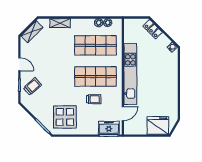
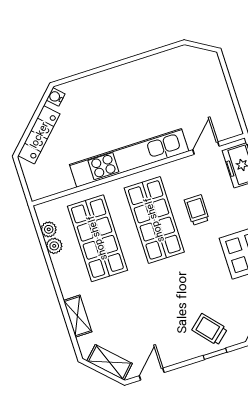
locker: (153, 29) -> (39, 135), width x1.53
door: (19, 64) -> (152, 374), moved
door: (123, 114) -> (206, 148), hinge flipped
fridge: (158, 126) -> (207, 77), removed

